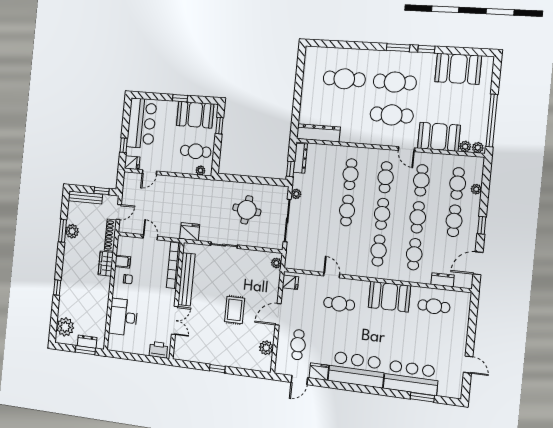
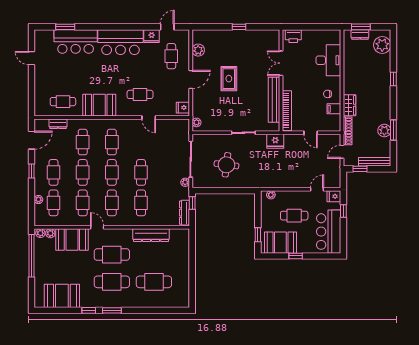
dresser: (318, 133) -> (151, 235), moved
cafe table: (196, 151) -> (294, 216), moved

